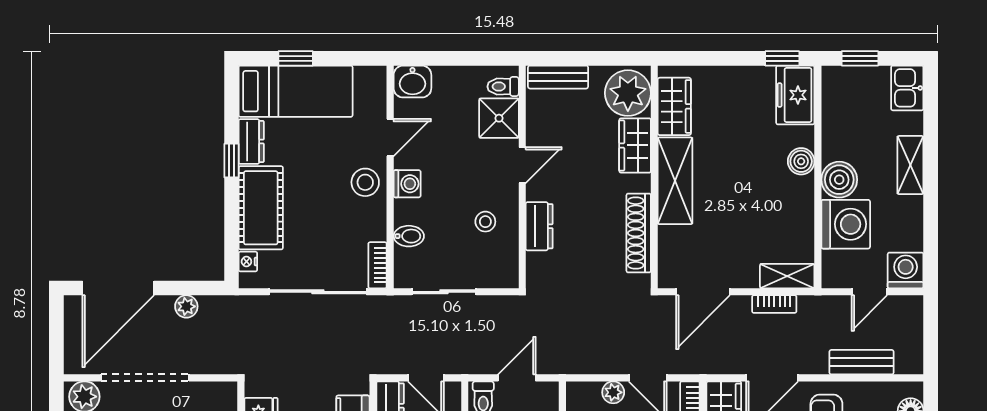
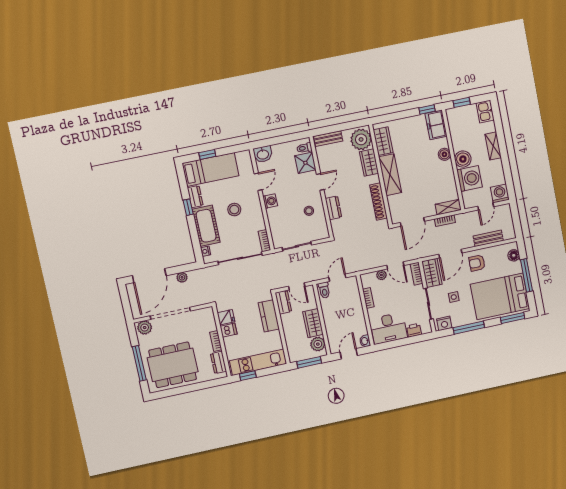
stool: (365, 182) -> (234, 210), moved
bidet: (409, 236) -> (276, 225), removed

